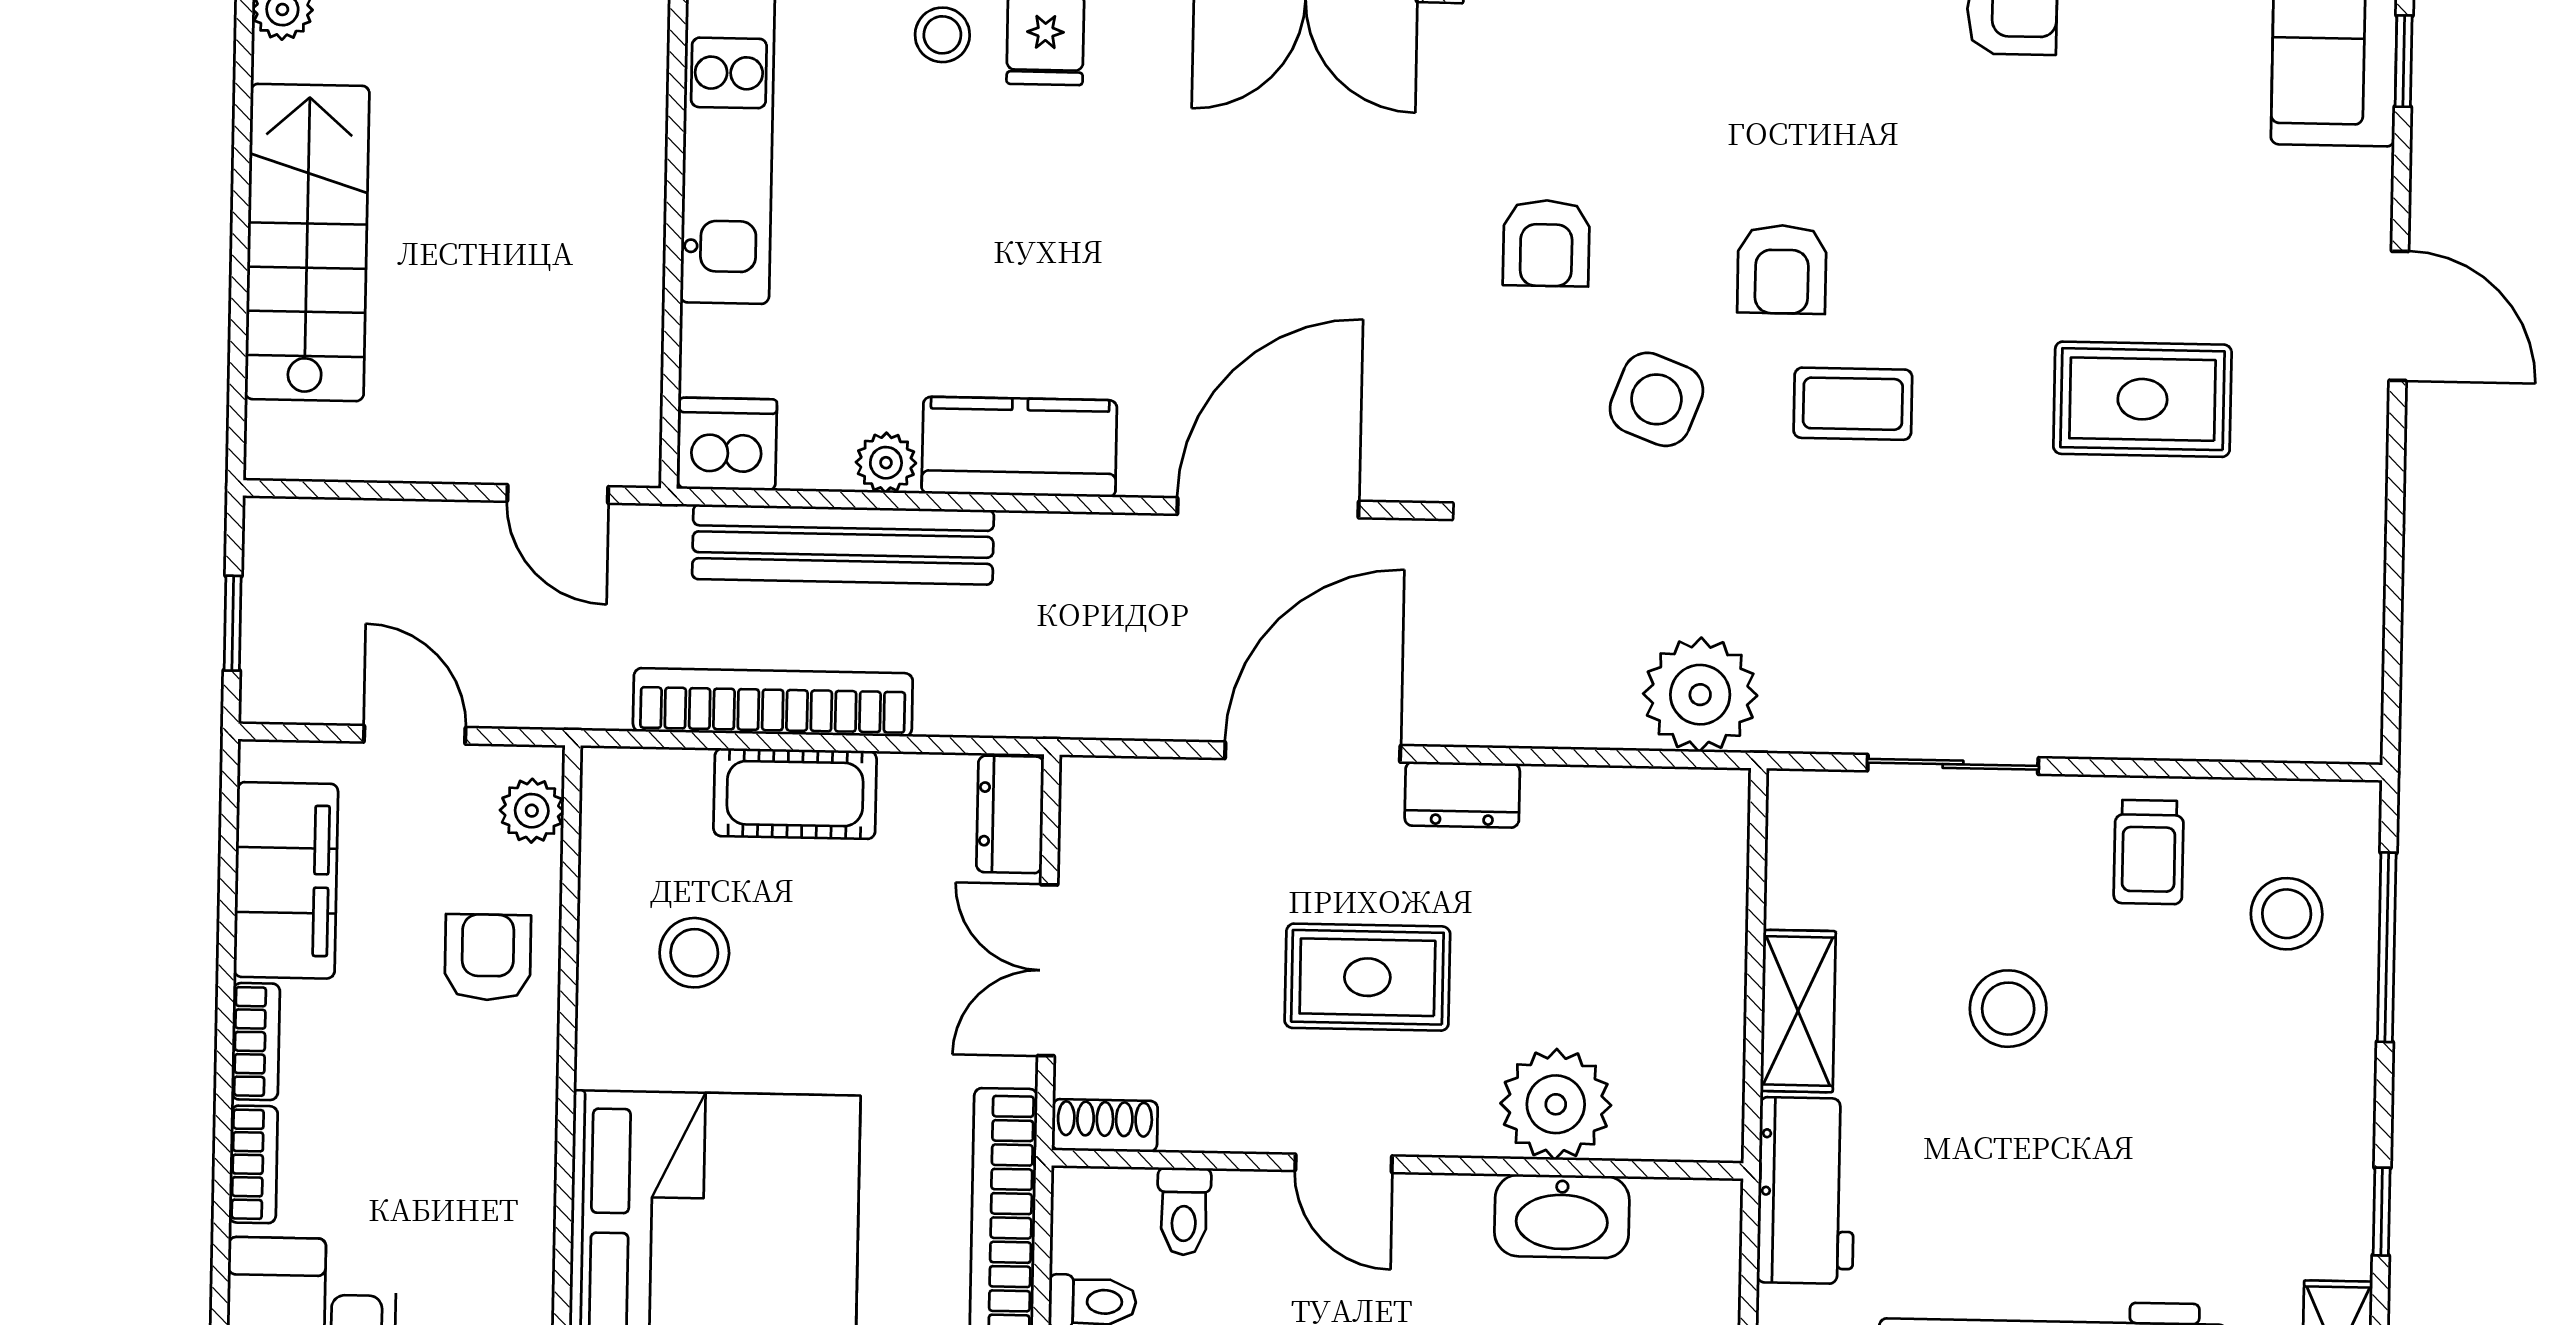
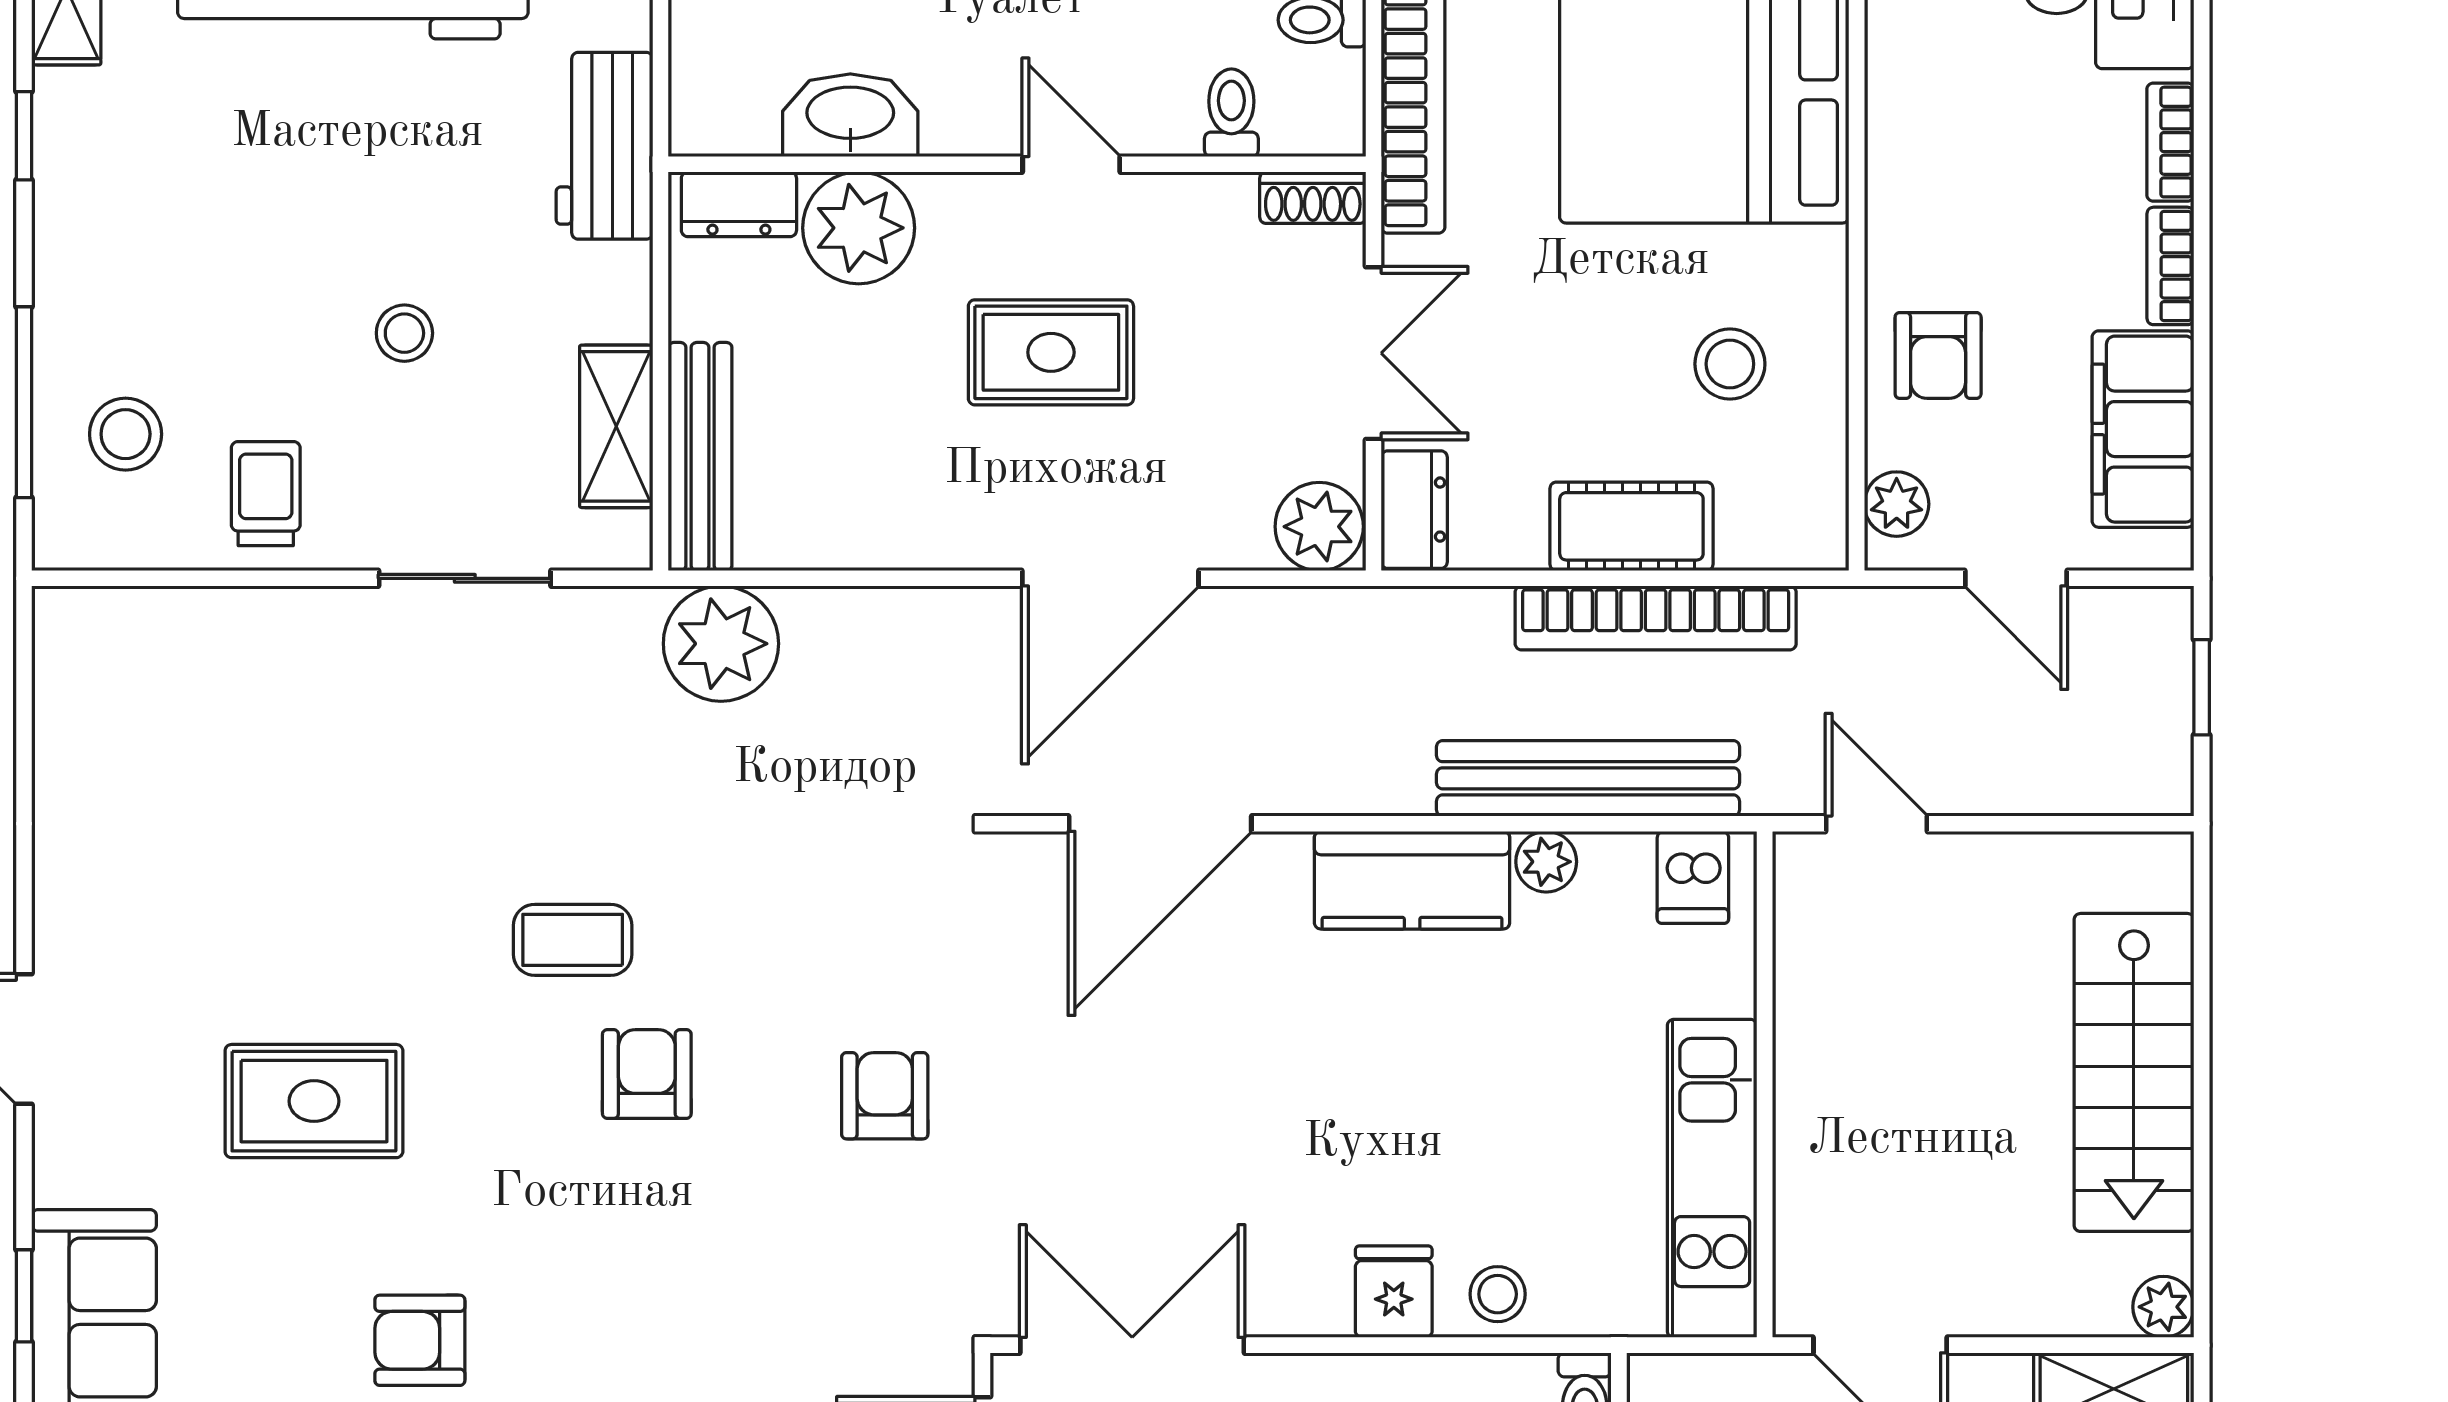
side table: (1656, 399) -> (771, 940), removed
rug: (2142, 399) -> (314, 1101), moved
dishwasher: (727, 444) -> (1693, 877), width x0.73
dresser: (1462, 795) -> (739, 204), moved, turned 180
plant: (1105, 799) -> (1319, 527), added
bench: (1717, 881) -> (700, 457), added
stool: (2008, 1009) -> (404, 333), width x0.73, depth x0.73
shelving: (1798, 1011) -> (616, 426), moved

